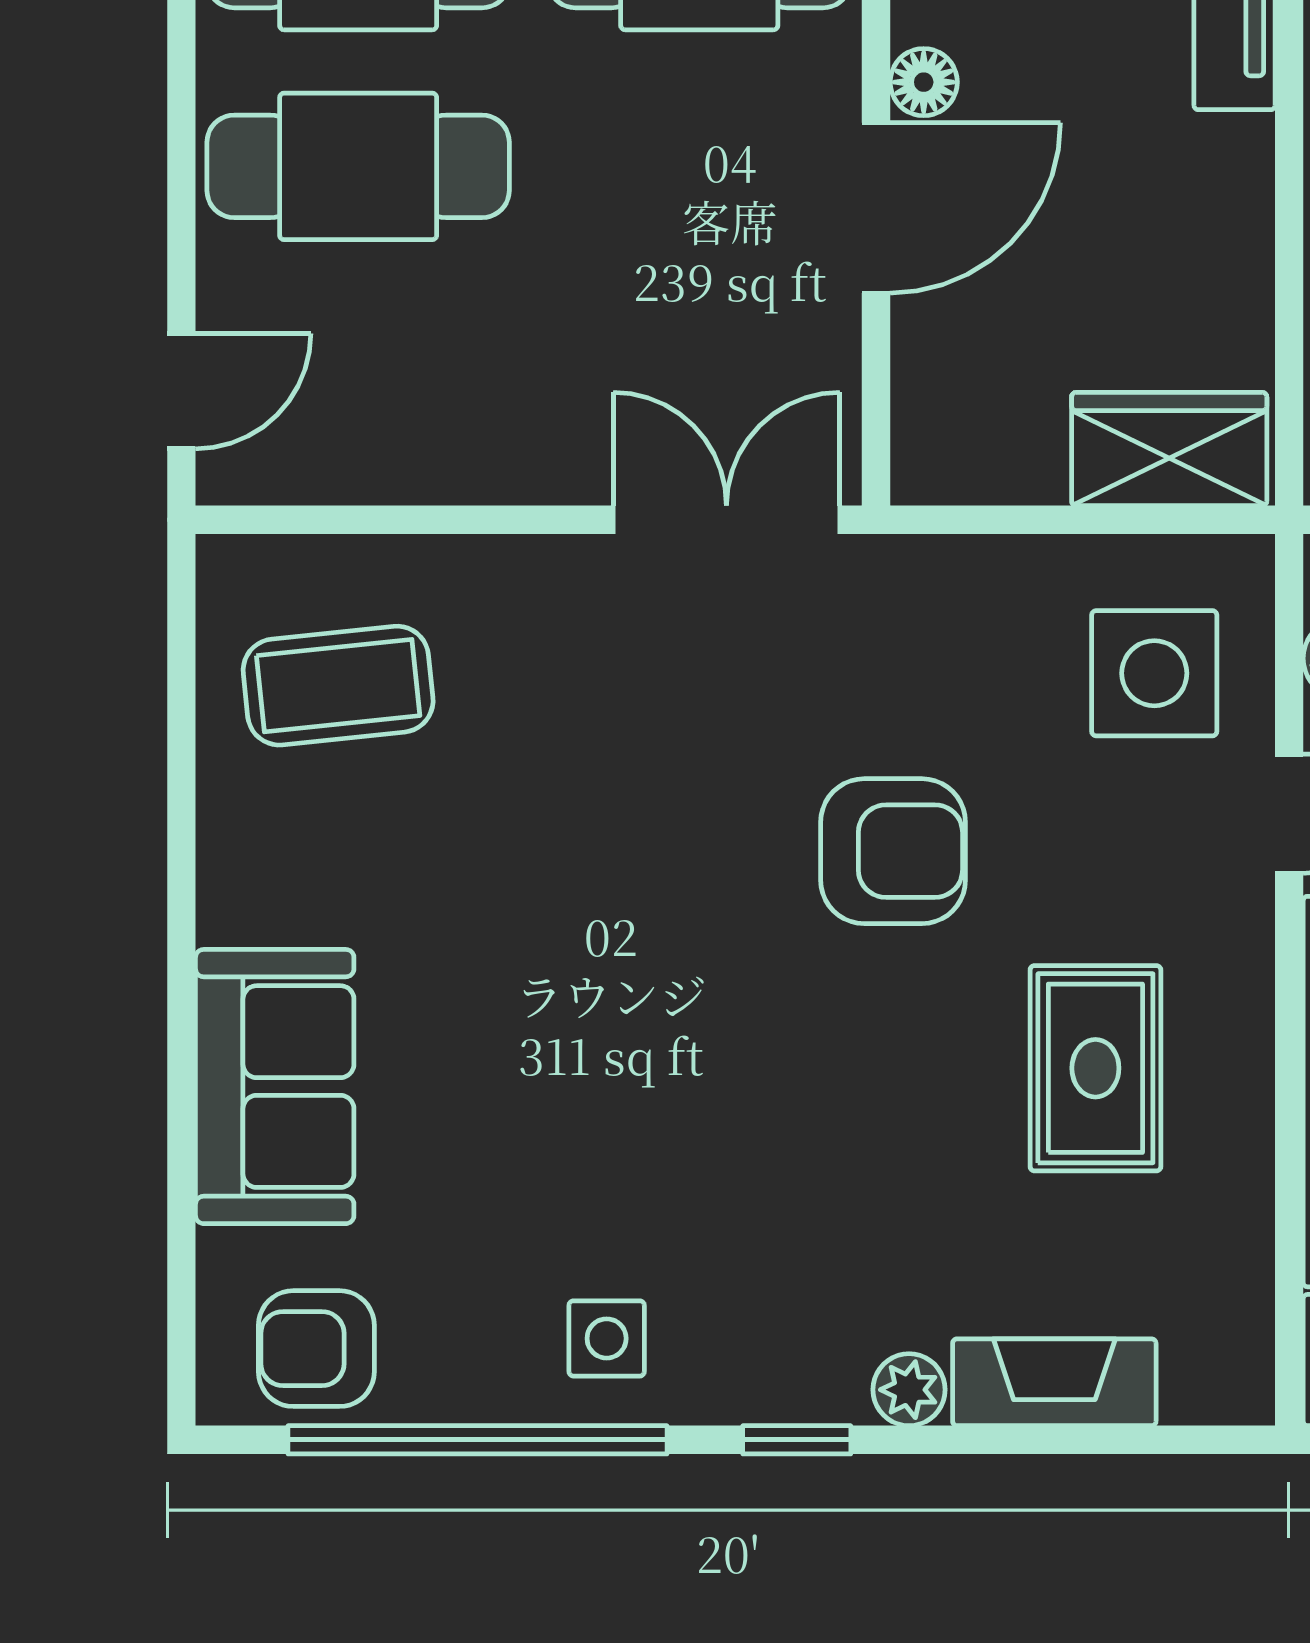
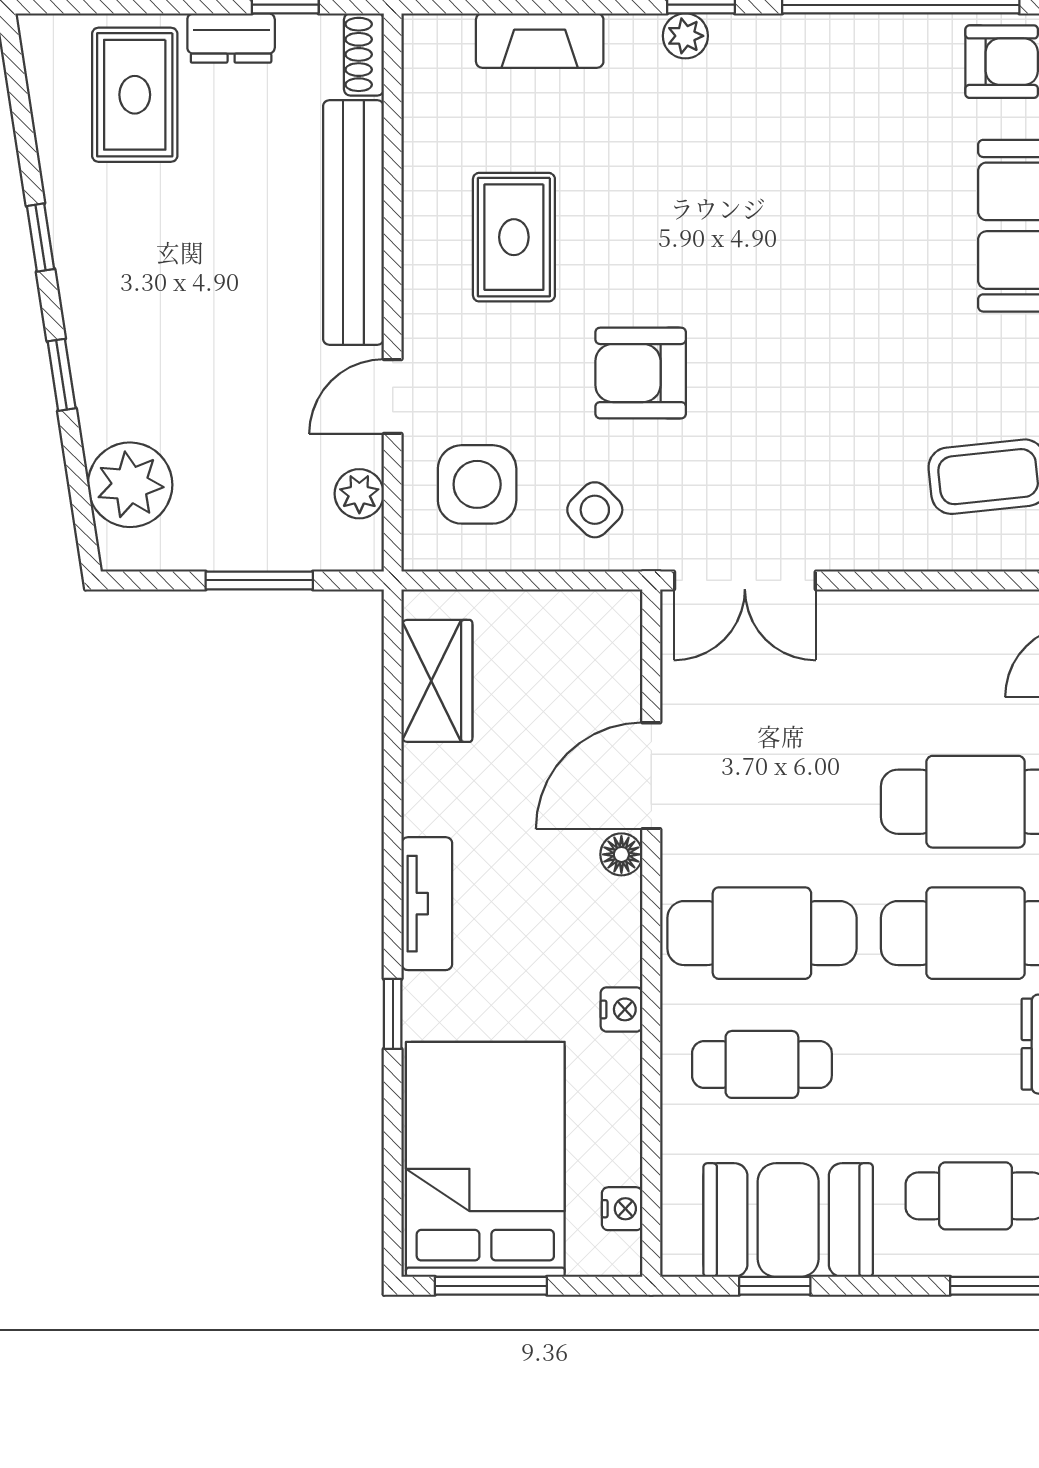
wardrobe: (1169, 449) -> (437, 681), moved, turned -90
side table: (607, 1338) -> (595, 510), moved, turned 45
plant: (909, 1390) -> (685, 36), moved

